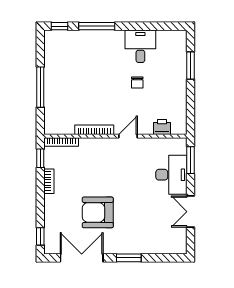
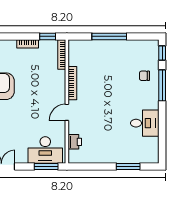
chair: (137, 82) -> (144, 76), moved
door: (128, 136) -> (67, 112), swing flipped
desk: (171, 175) -> (45, 150), moved

